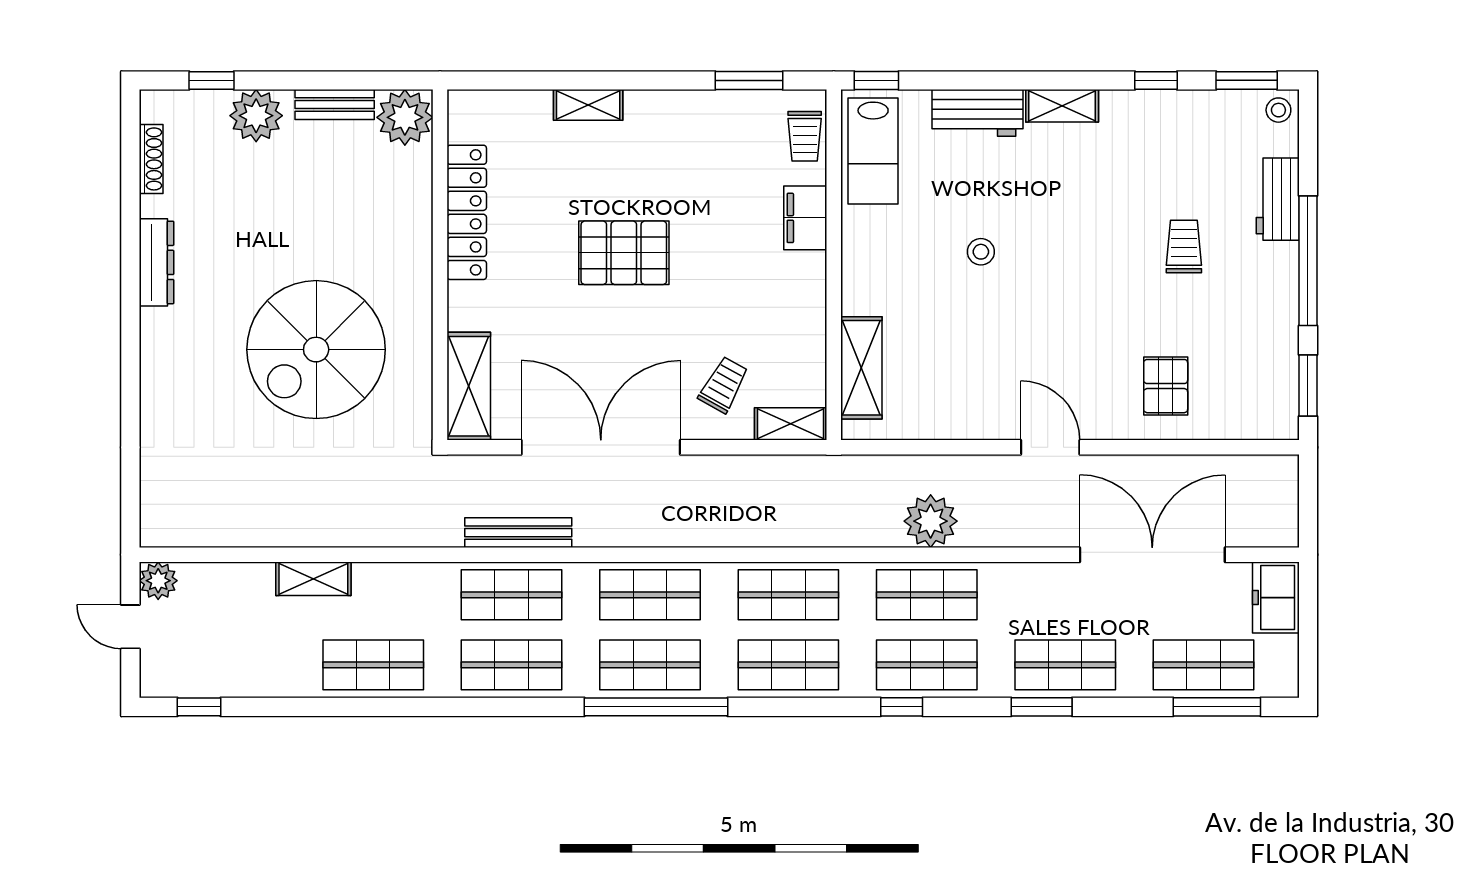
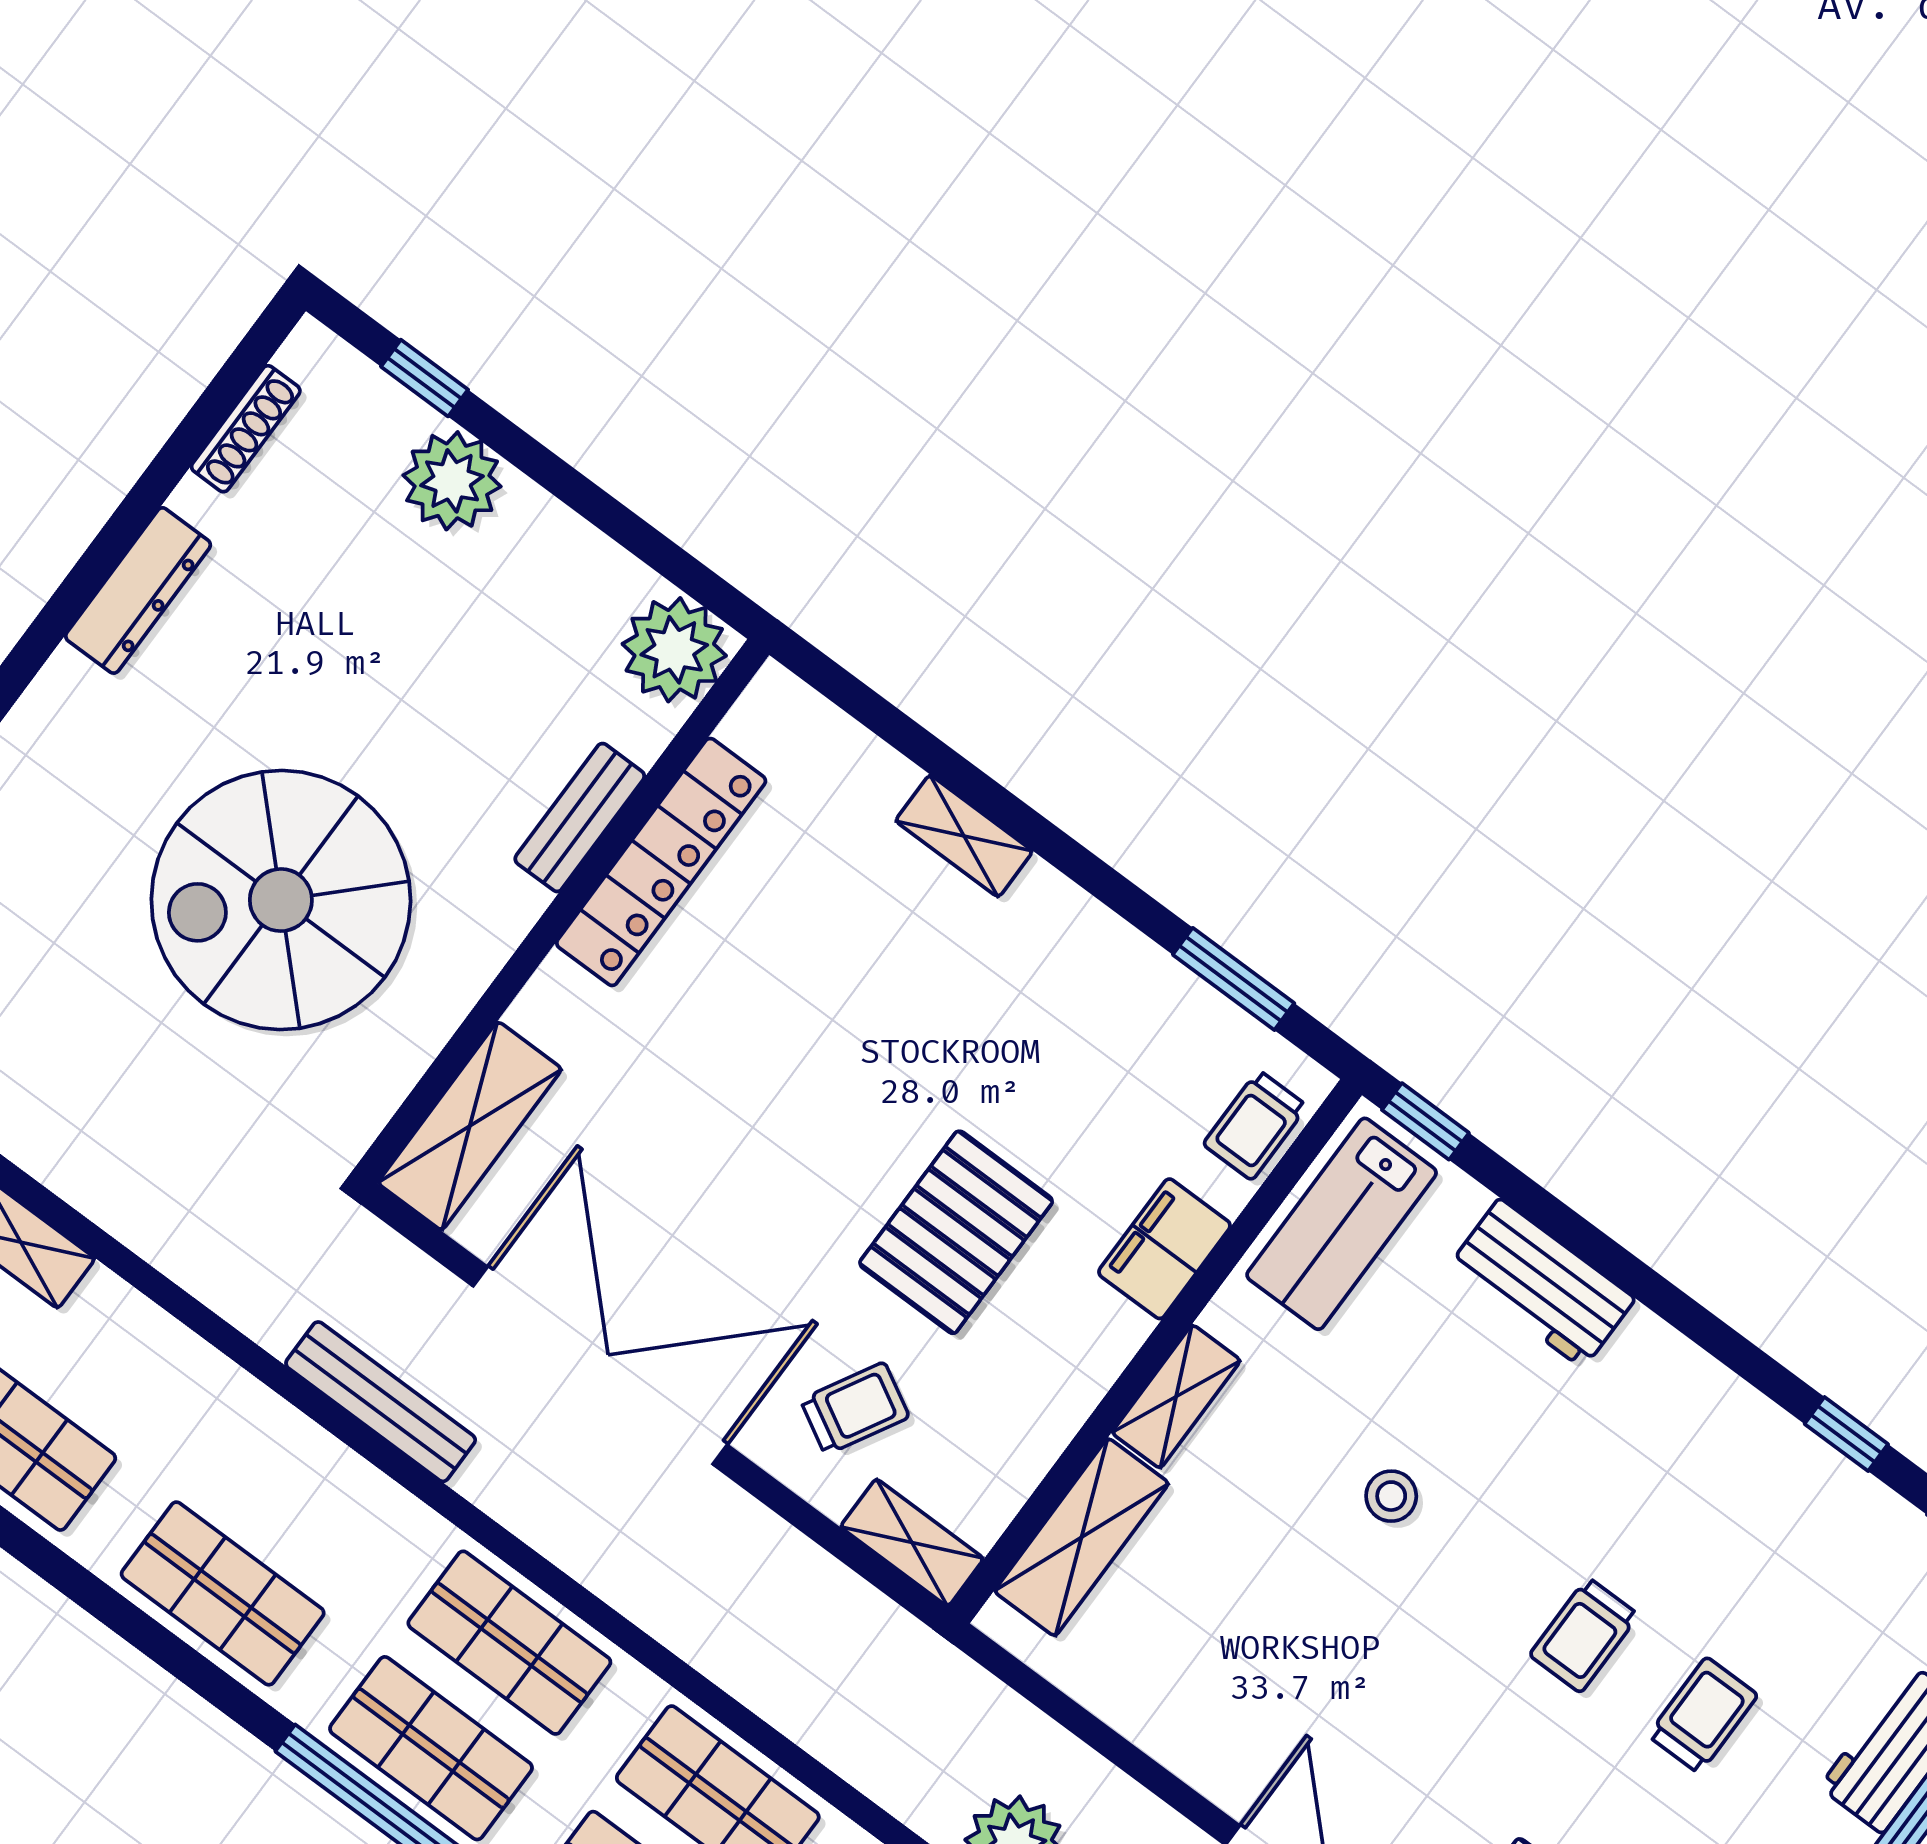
bench: (335, 104) -> (580, 817), moved, turned 90
shelving: (1062, 106) -> (1176, 1397), moved, turned 90
trolley: (1108, 250) -> (1584, 1635), added
pallet: (624, 253) -> (956, 1232), moved, turned 90
shop shelf: (512, 595) -> (301, 1488), removed

